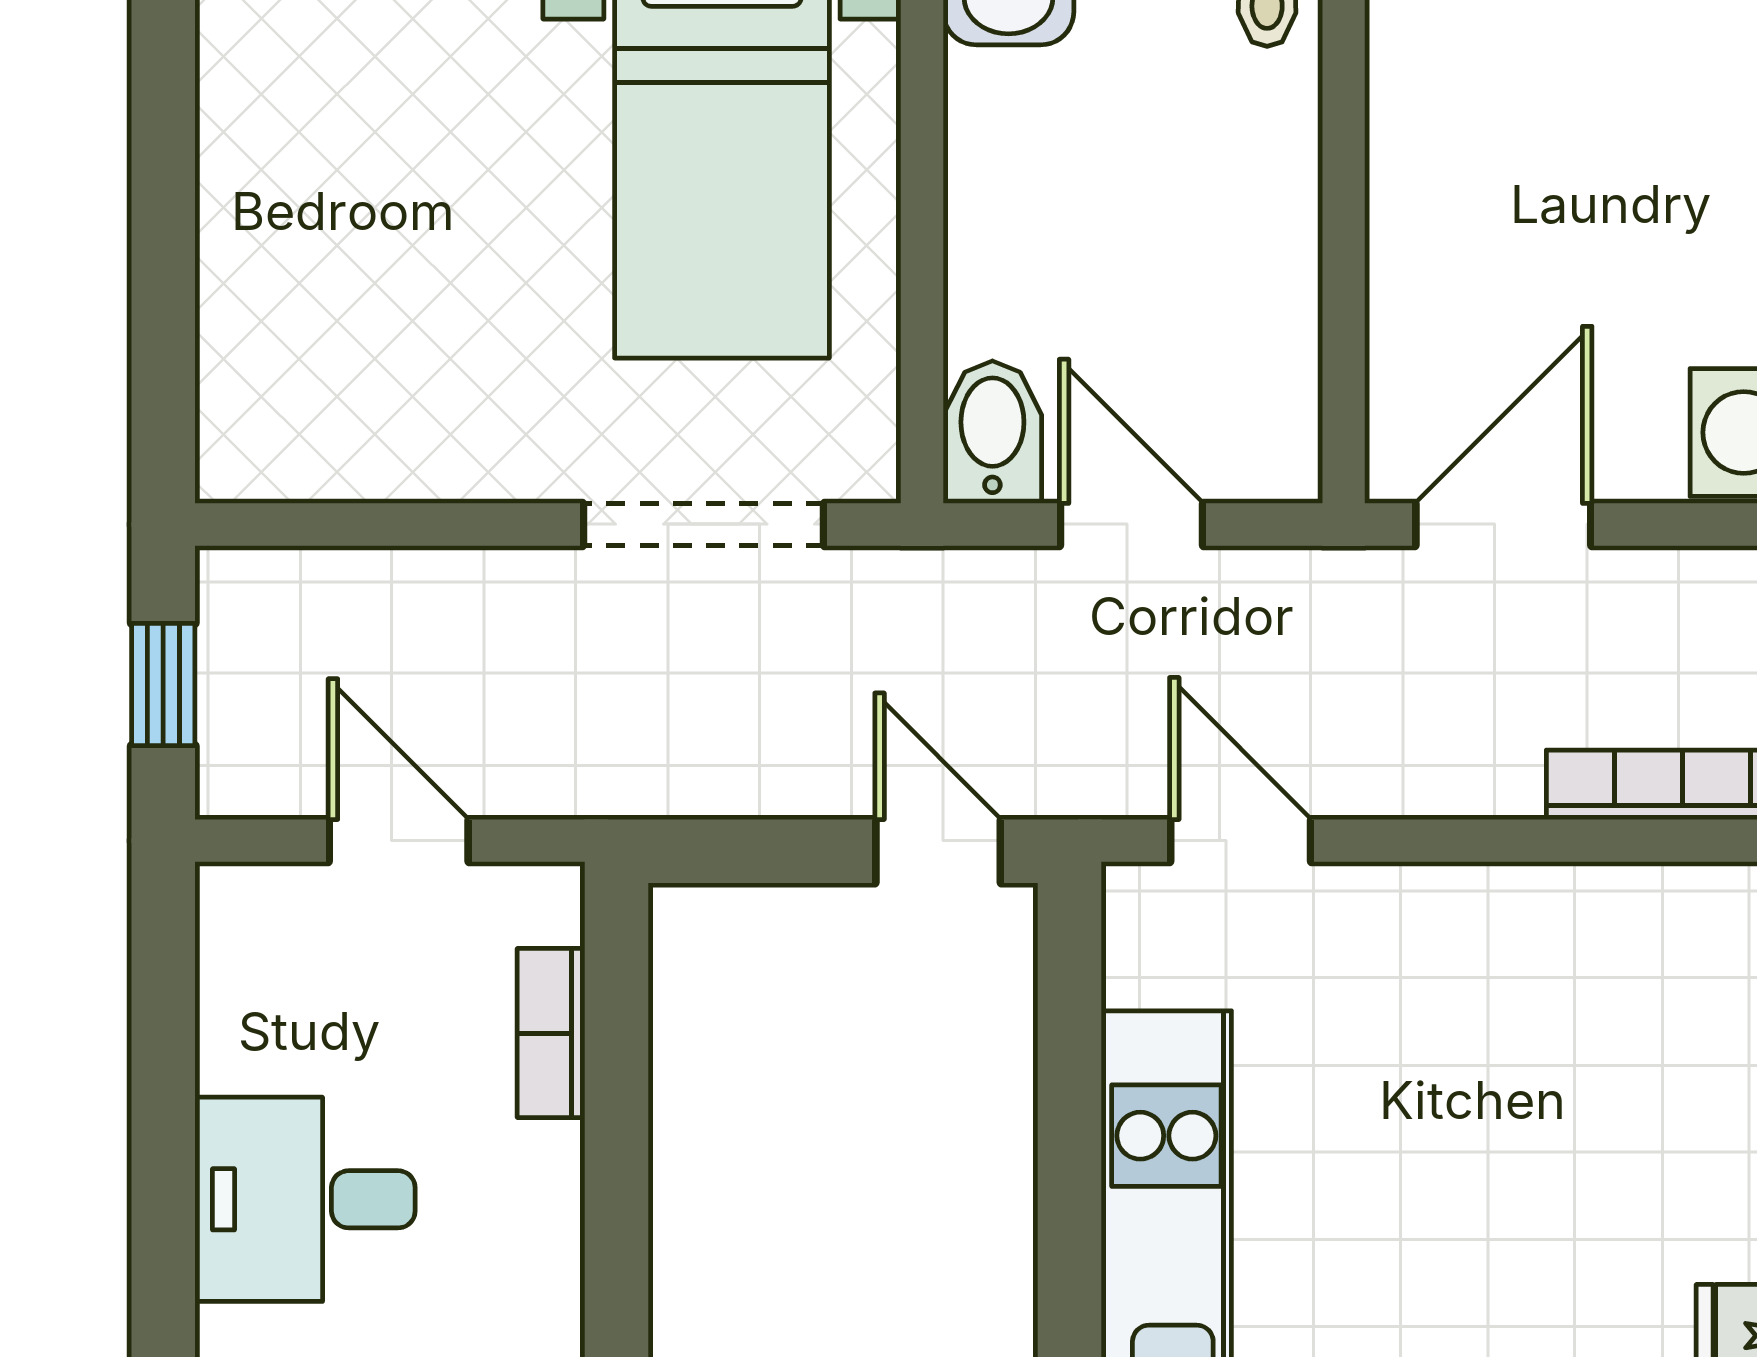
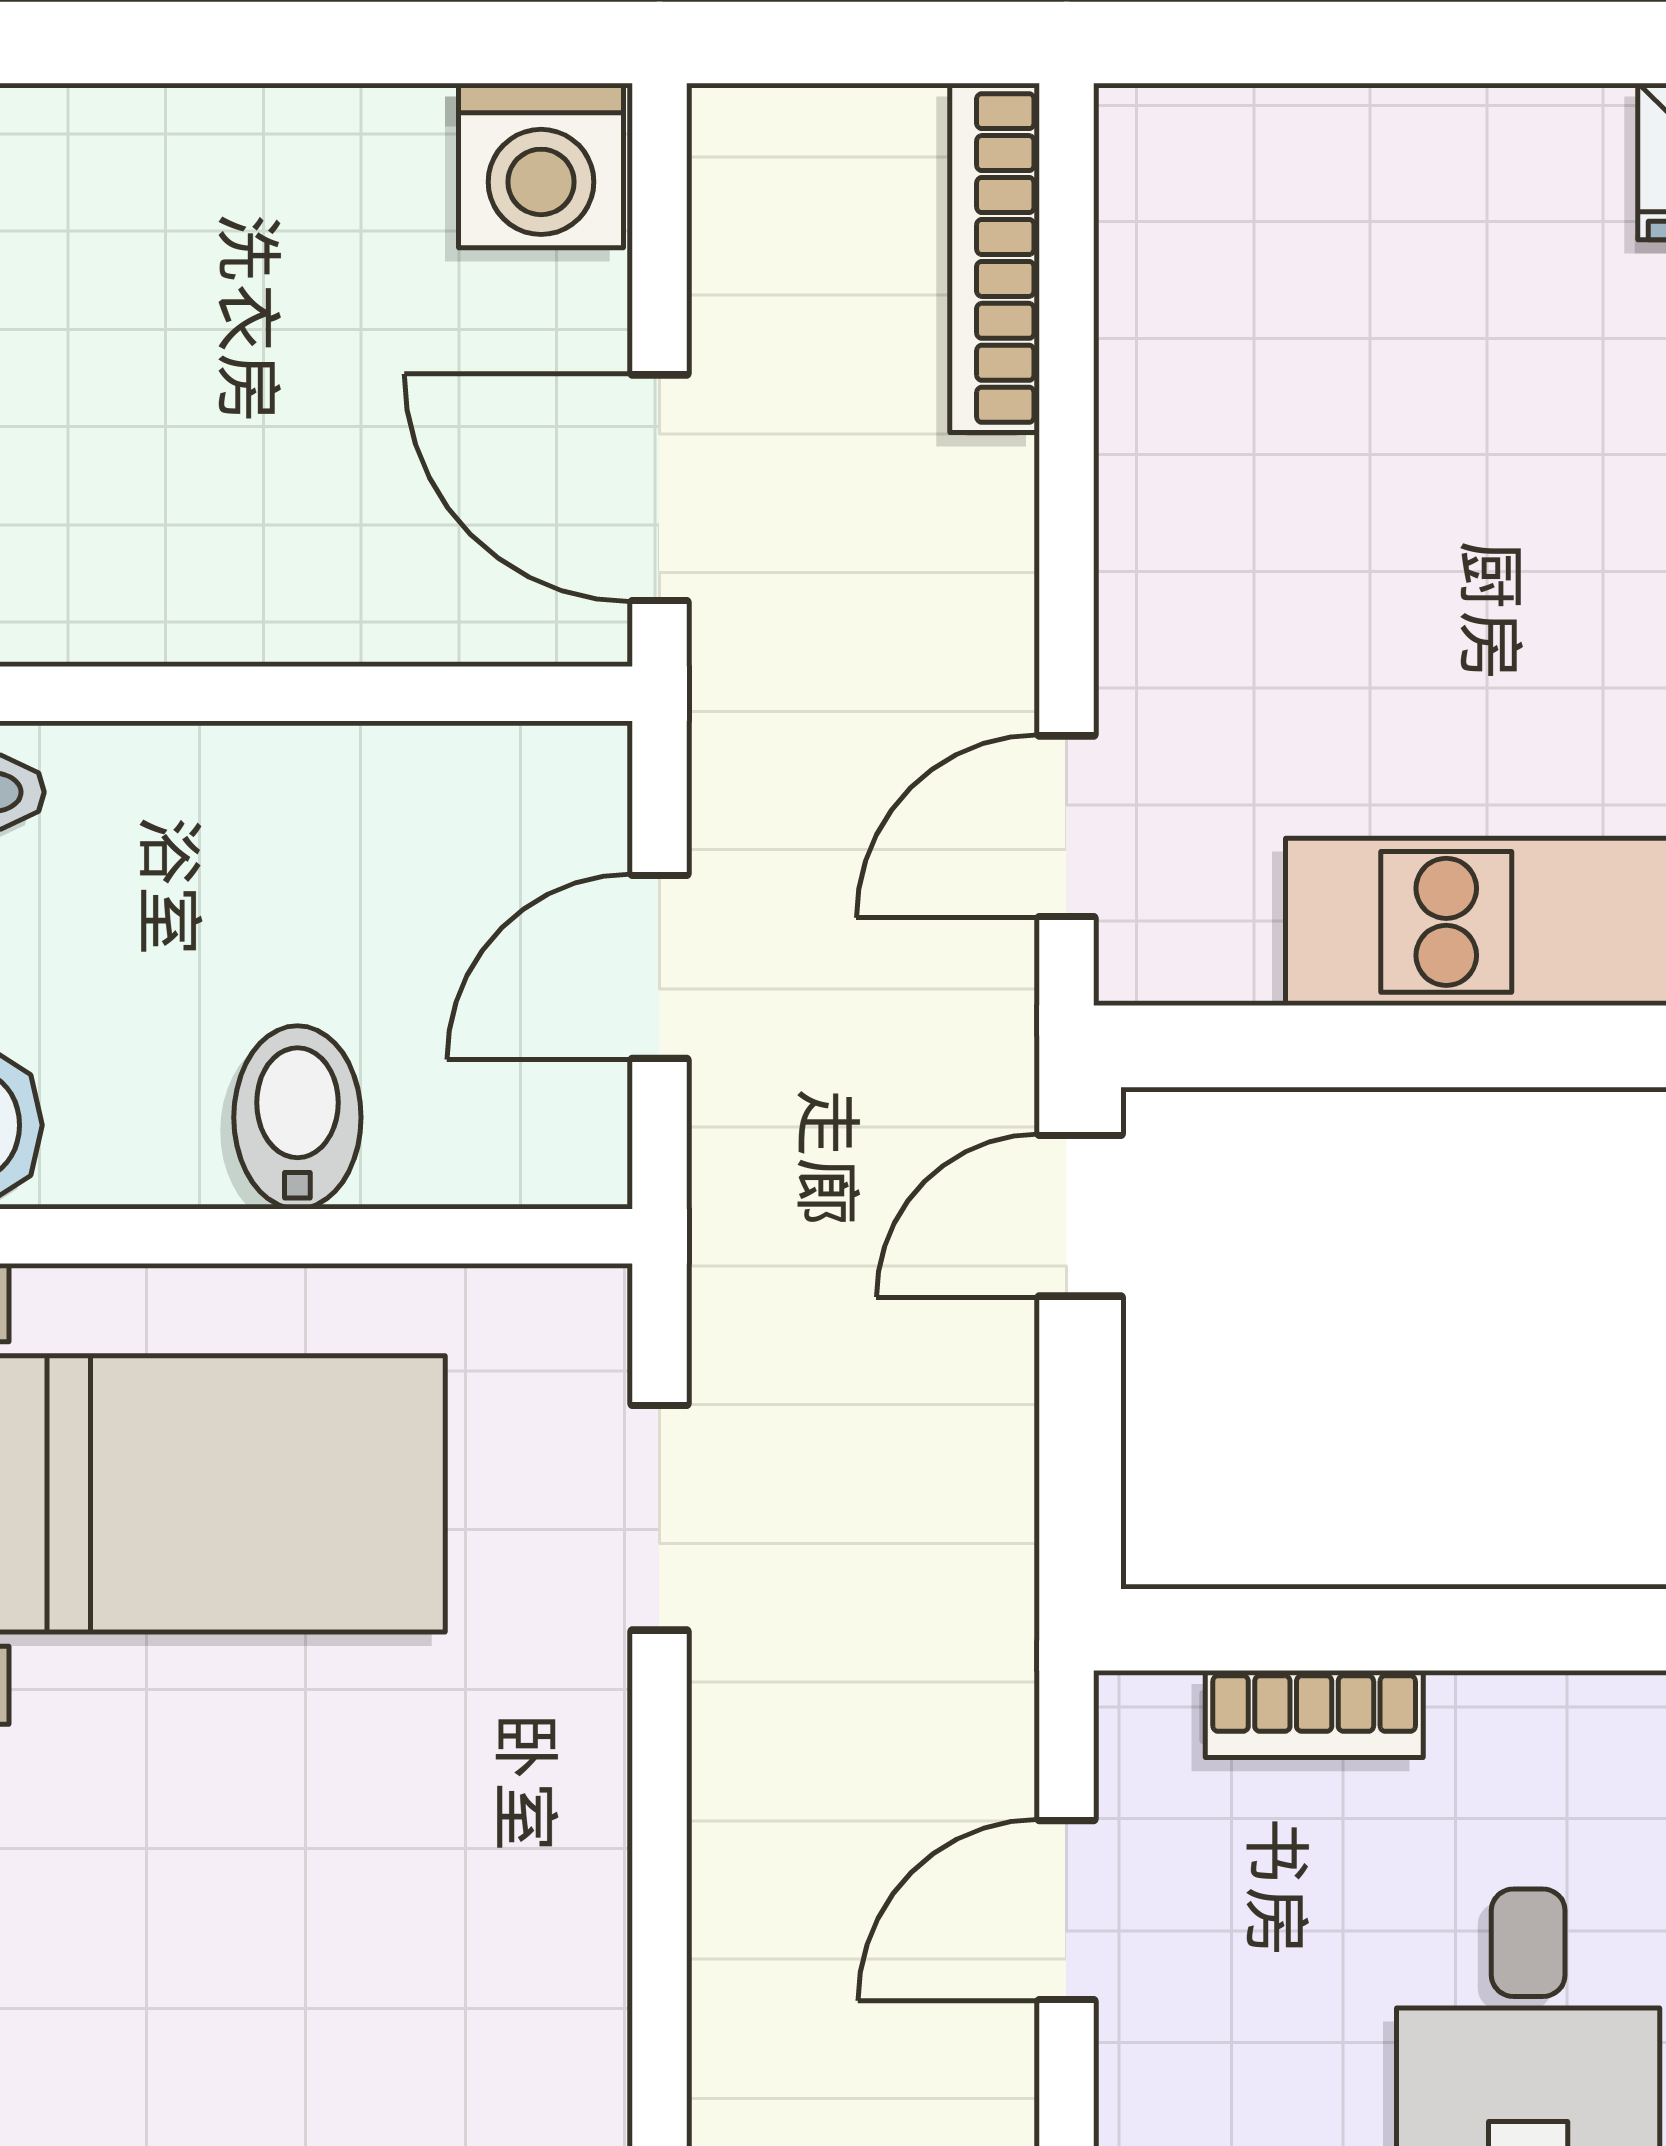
bidet: (992, 432) -> (297, 1117), moved, turned 90
doorway: (704, 524) -> (659, 1518), width x0.73

